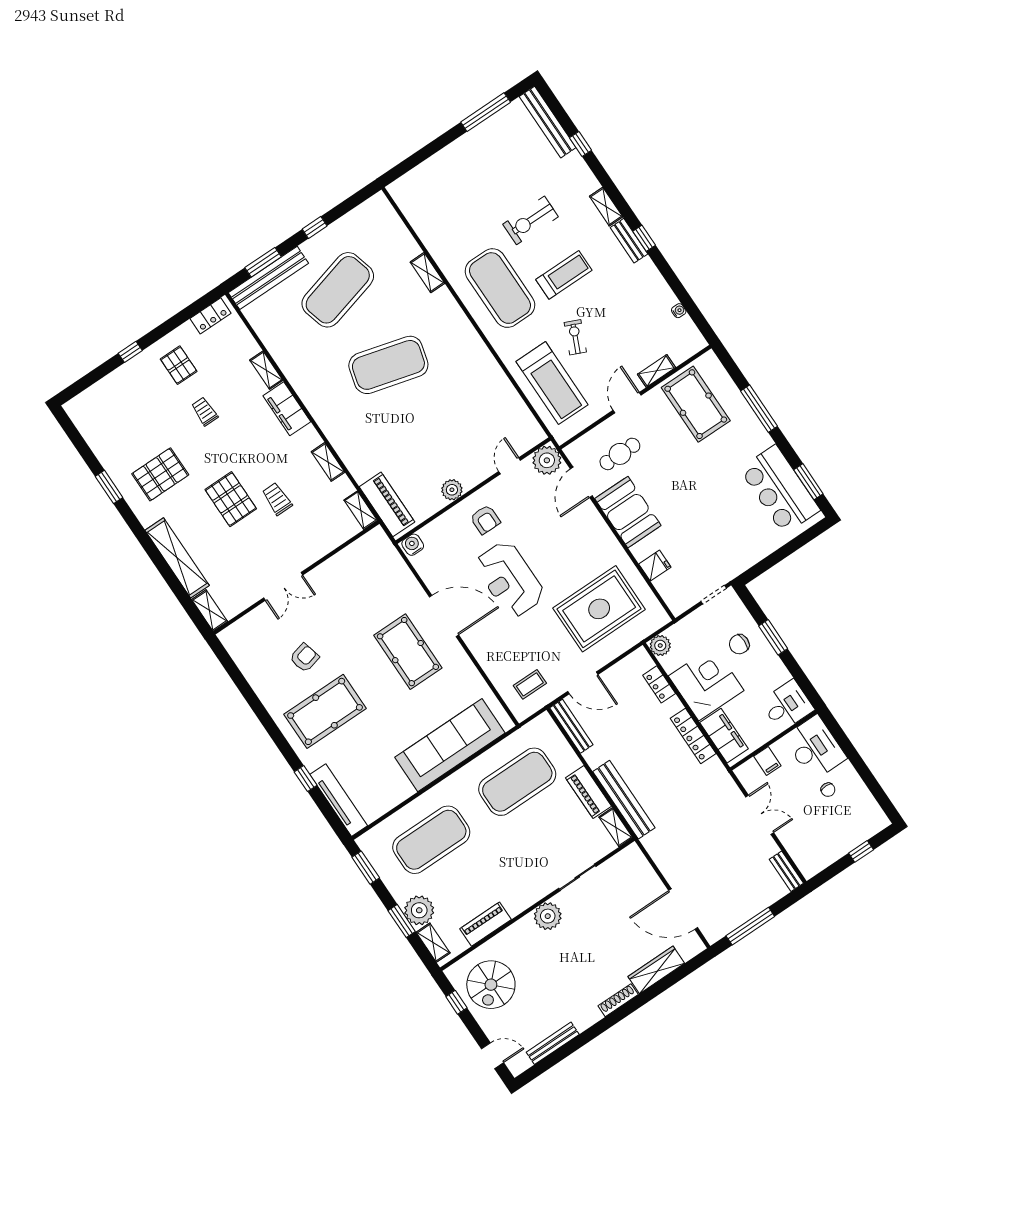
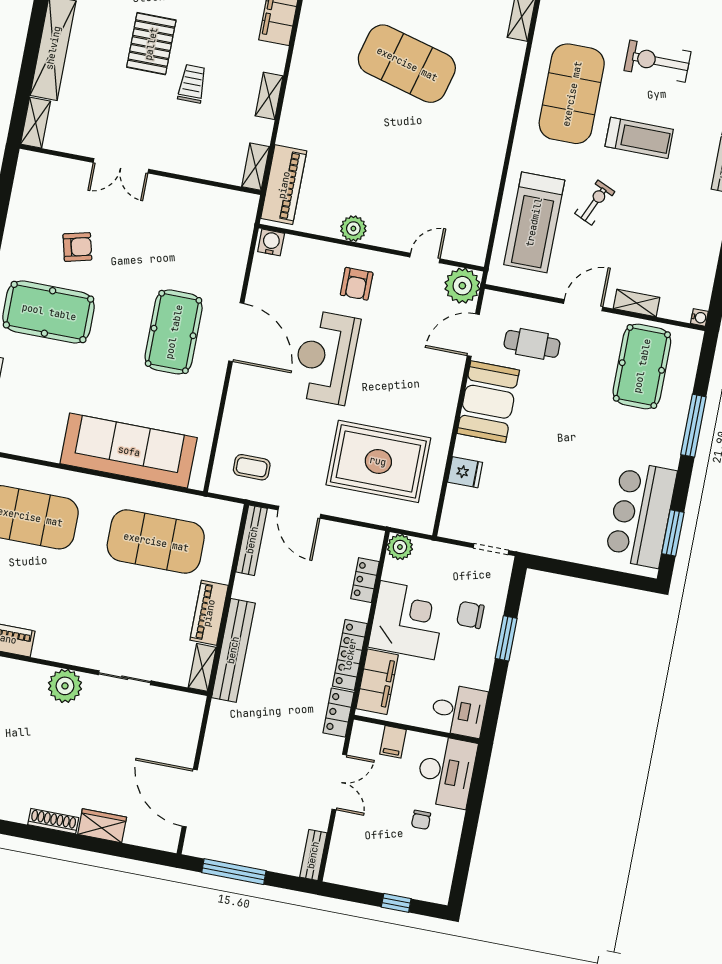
water cooler: (679, 311) -> (699, 317), moved
locker: (719, 775) -> (338, 713), added
wardrobe: (656, 970) -> (102, 826), width x0.67

